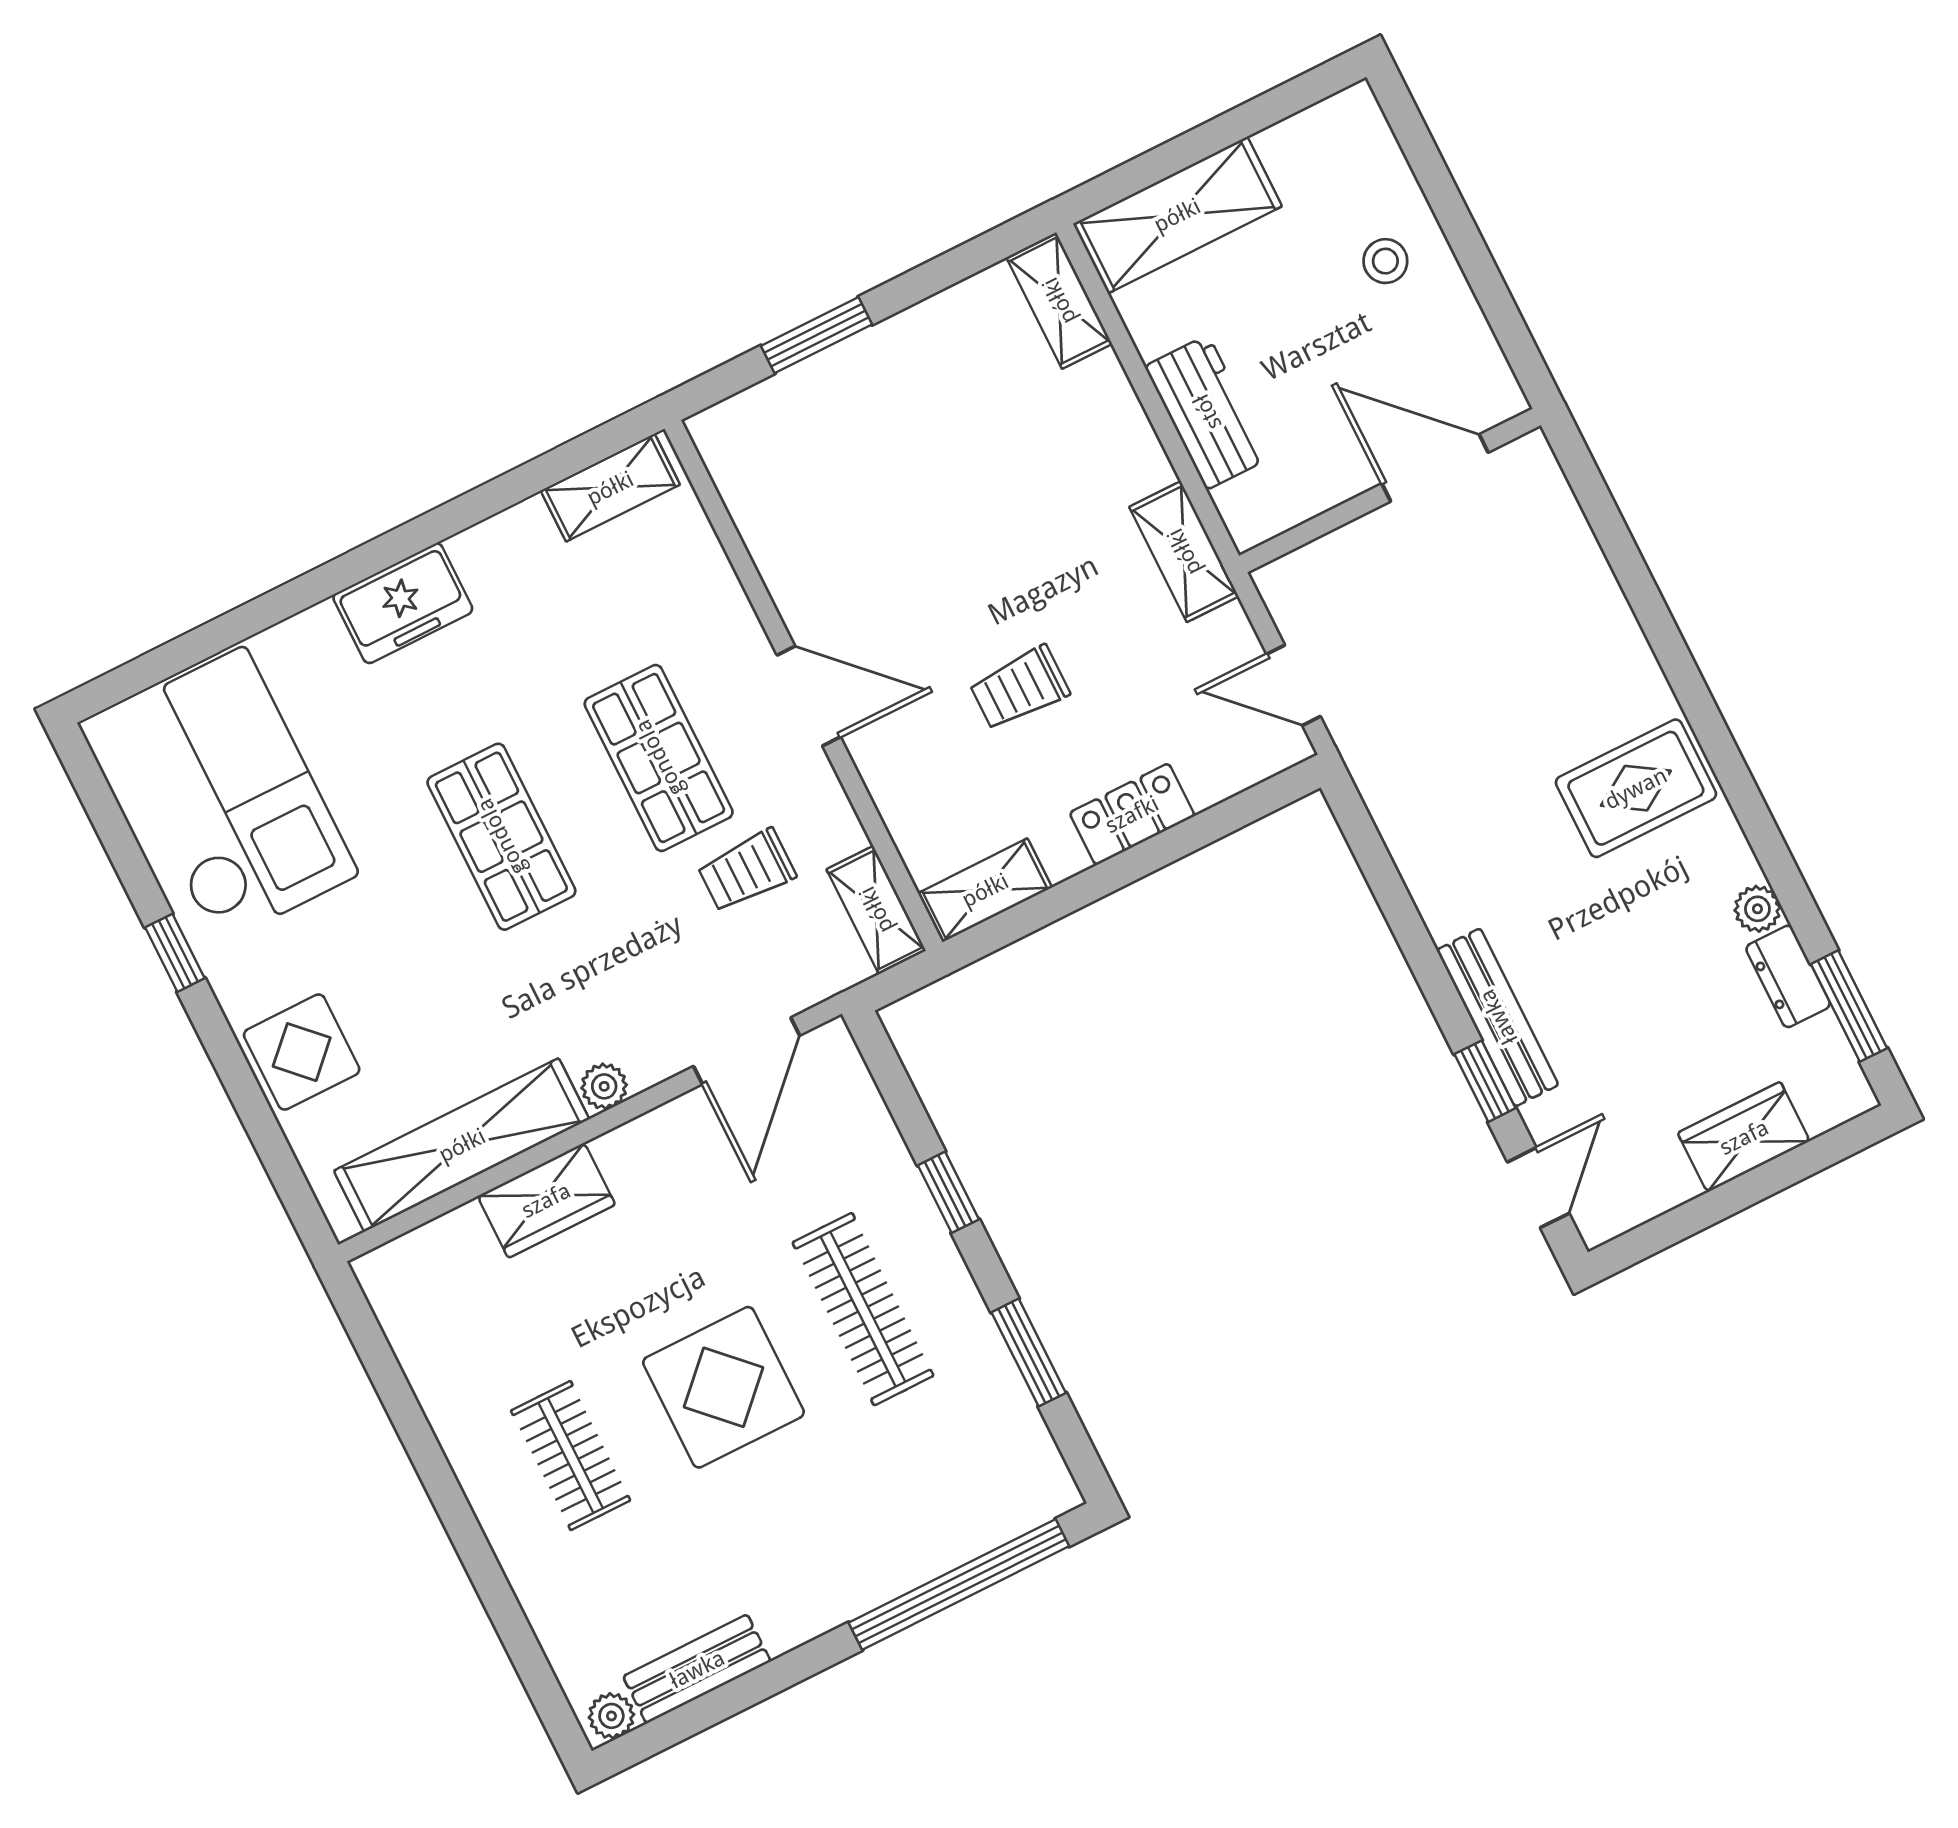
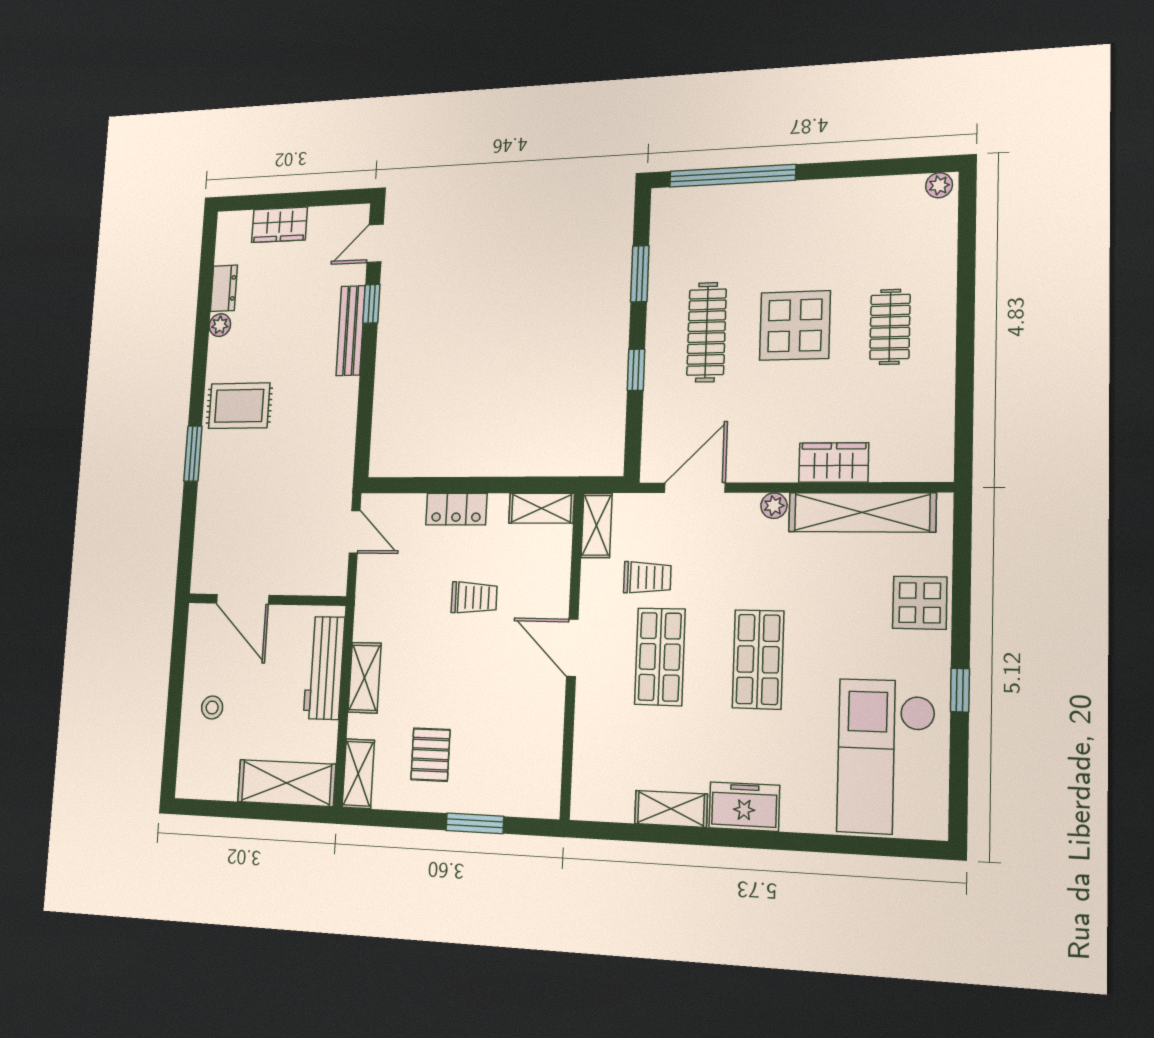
pallet: (952, 400) -> (430, 755), added
workbench: (1207, 412) -> (324, 668), width x1.37
shelving: (610, 488) -> (671, 809), moved
shelving: (1184, 552) -> (365, 678), moved
window: (1849, 1006) -> (193, 454), moved
bench: (697, 1669) -> (883, 190), removed

